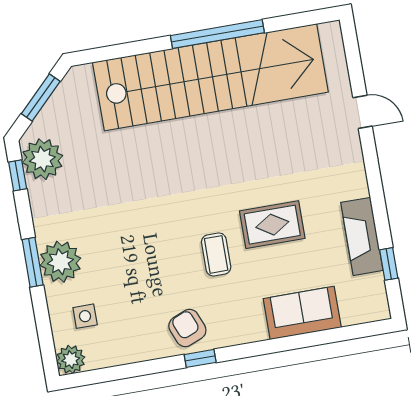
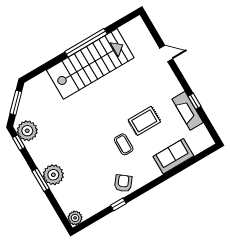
stairs: (210, 77) -> (90, 64), width x0.73
window: (389, 264) -> (194, 101), moved
side table: (85, 316) -> (74, 195), removed
armchair: (187, 328) -> (123, 183), turned 60
window: (200, 358) -> (118, 204), moved

